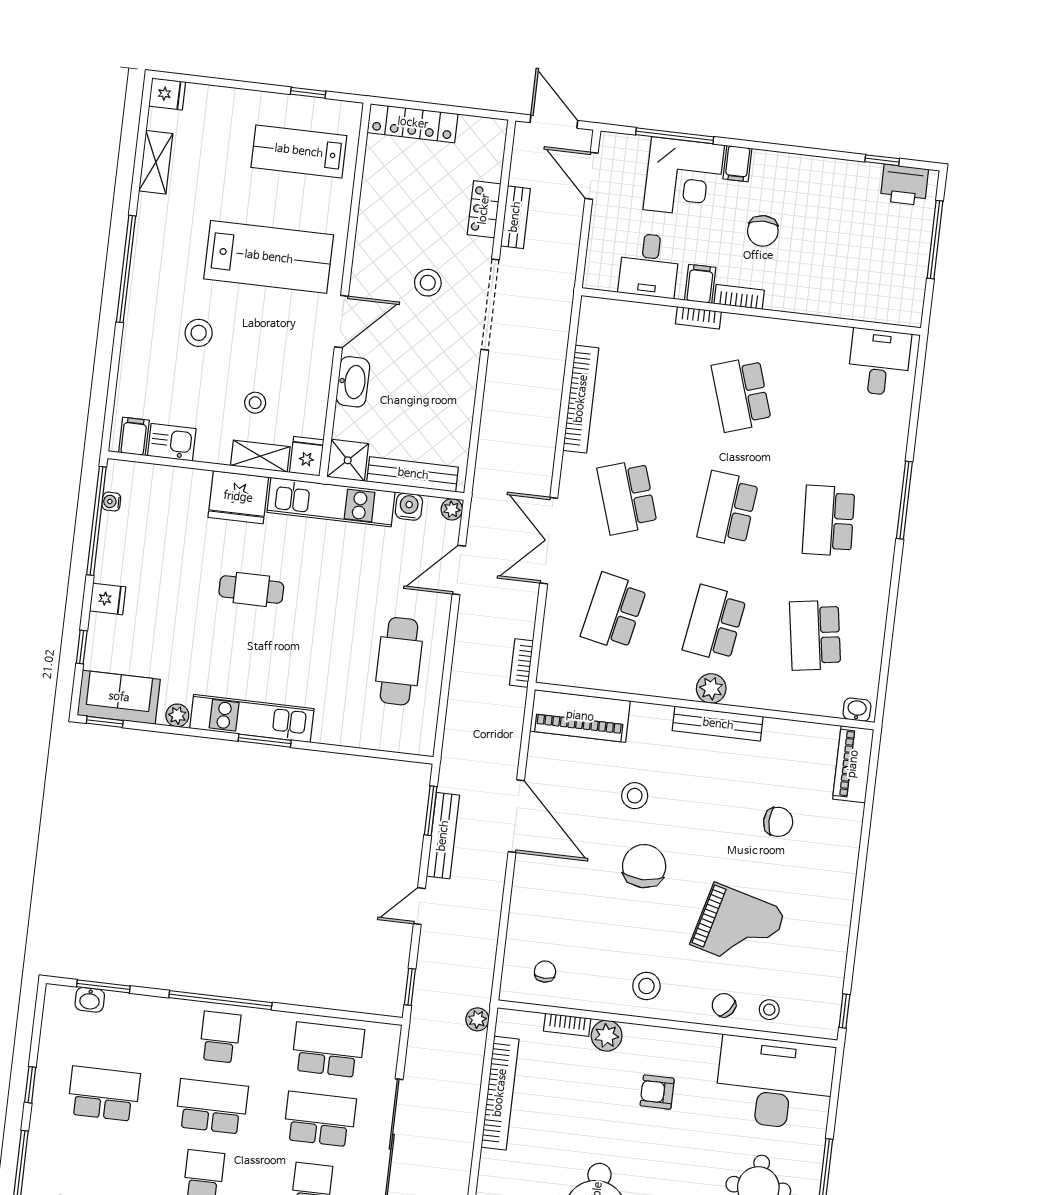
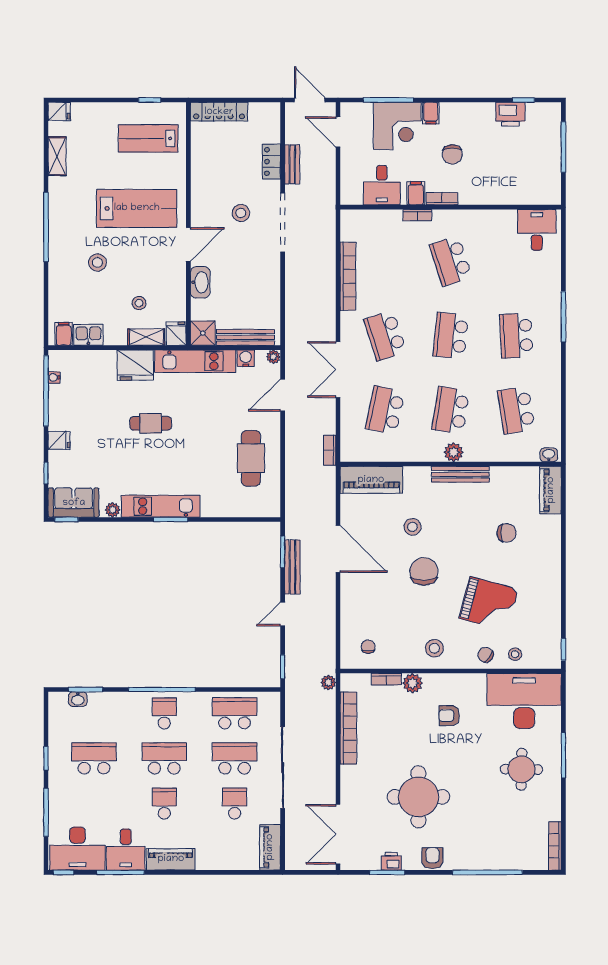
printer: (904, 185) -> (510, 114), moved

